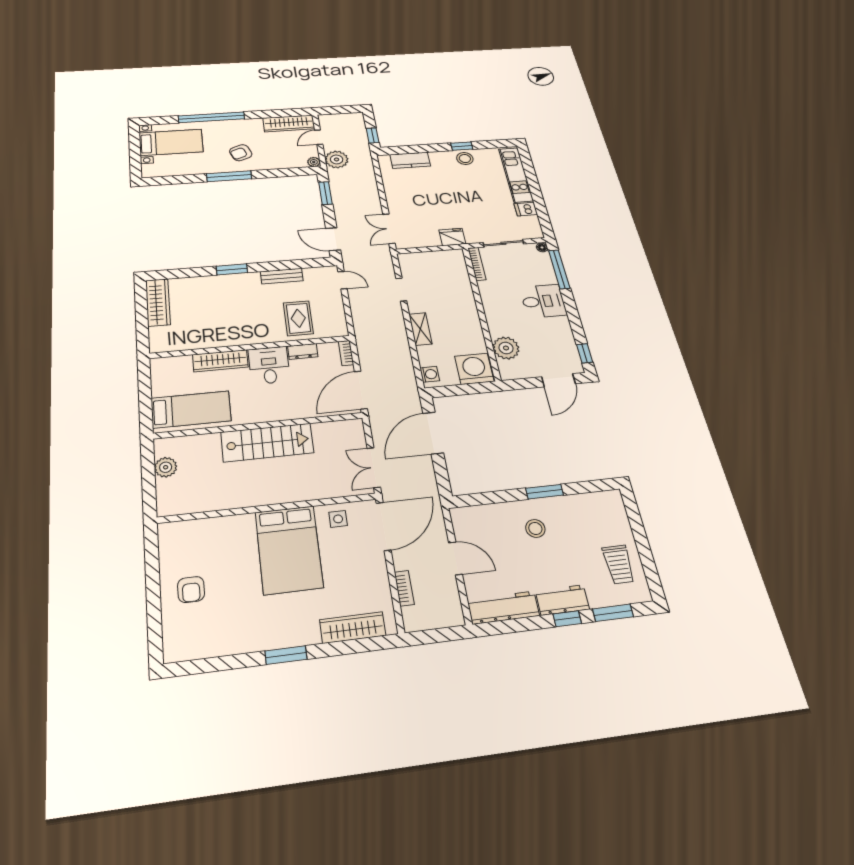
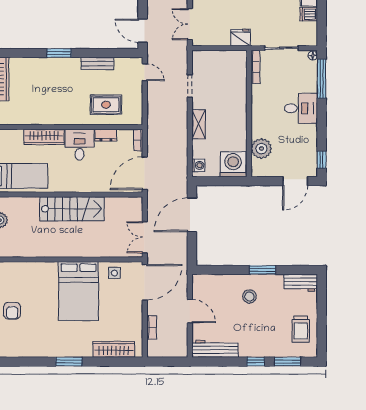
rug: (298, 318) -> (106, 105), turned 90
workbench: (562, 600) -> (301, 283), moved, turned 180

